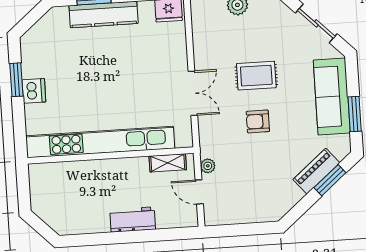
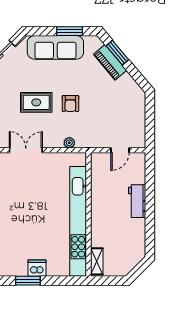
rug: (256, 76) -> (36, 102), turned 90
double door: (193, 93) -> (26, 150), moved
shelving: (168, 163) -> (97, 261), moved
plant: (208, 166) -> (69, 143), moved

